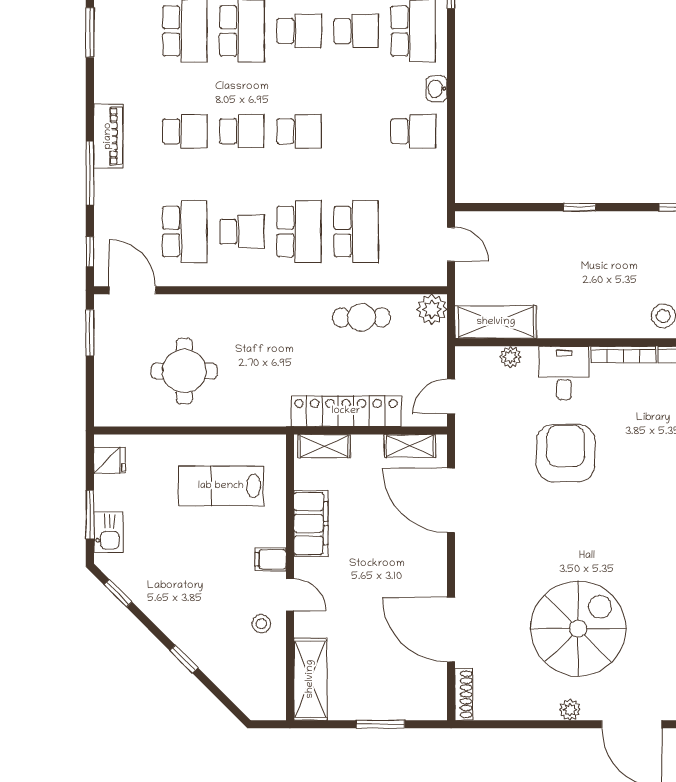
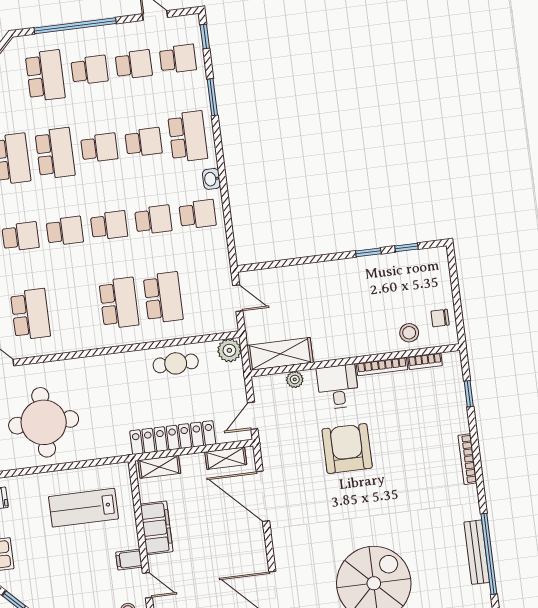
window: (580, 207) -> (368, 252), moved
school desk: (242, 232) -> (153, 220), moved
round table: (184, 371) -> (44, 422), width x1.36, depth x1.36

